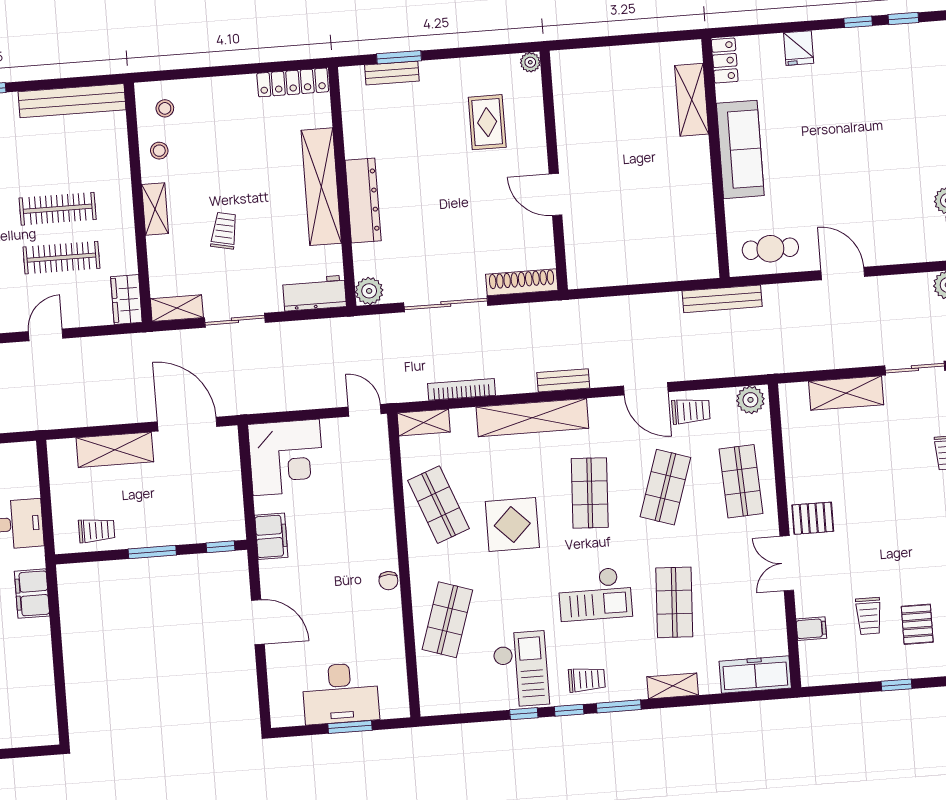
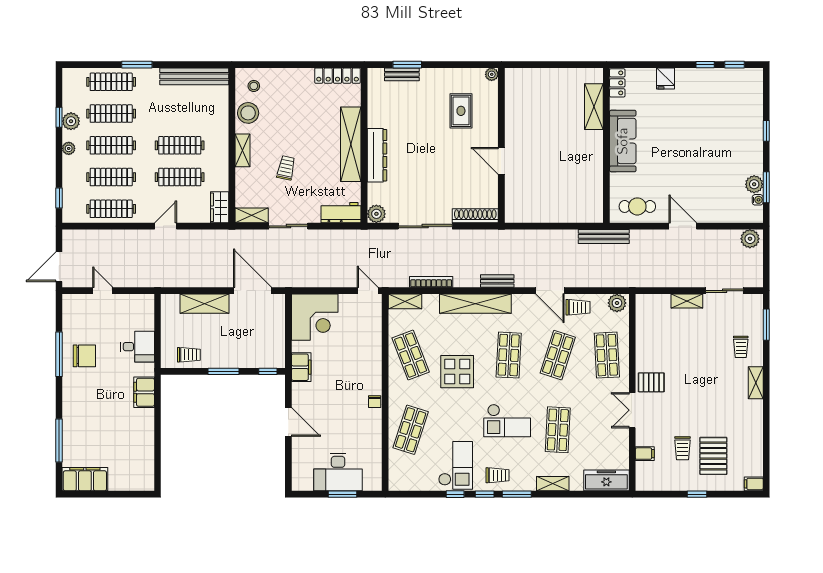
stool: (159, 151) -> (248, 113), width x1.89, depth x1.89
shelving: (846, 393) -> (687, 301), width x0.67, depth x0.75
pallet: (917, 624) -> (713, 456), width x1.50, depth x1.42

